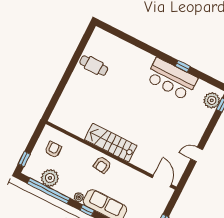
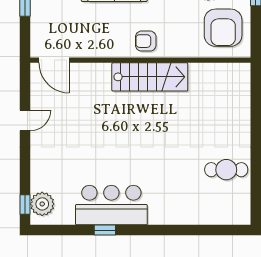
armchair: (53, 150) -> (223, 28), width x1.88, depth x1.88
armchair: (102, 165) -> (146, 41), turned -100

